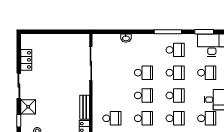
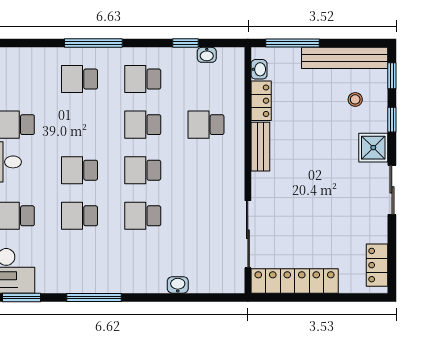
locker: (68, 40) -> (295, 281), added
school desk: (175, 50) -> (80, 261), removed
locker: (26, 60) -> (377, 265), moved
school desk: (175, 118) -> (80, 125), removed

